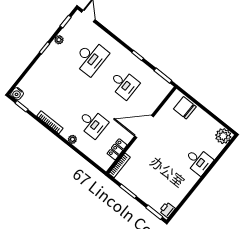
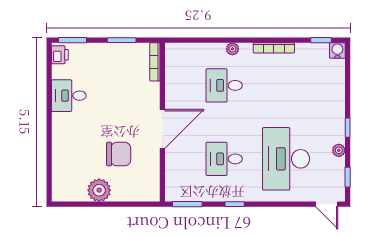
desk: (91, 58) -> (286, 159), width x1.36, depth x1.30
chair: (185, 108) -> (119, 154), moved
plant: (223, 136) -> (99, 190), moved
locker: (117, 149) -> (172, 78), removed
desk: (198, 161) -> (69, 96), moved

